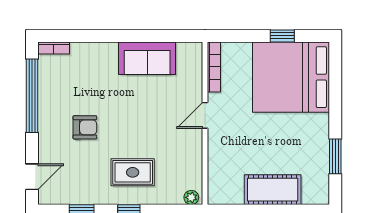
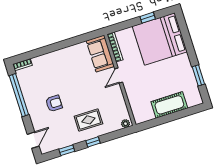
sofa: (147, 58) -> (100, 54), moved, turned 90

